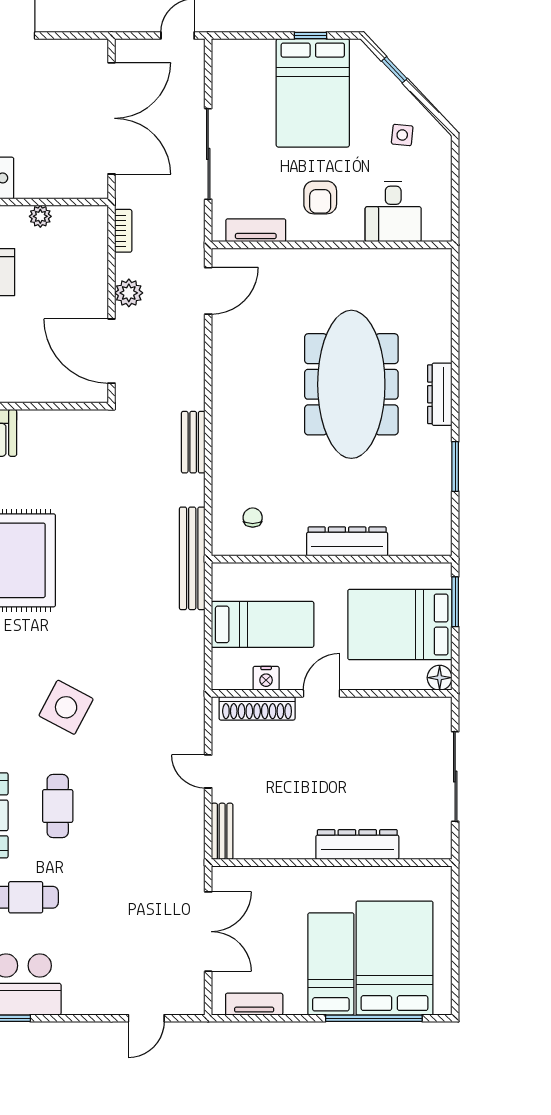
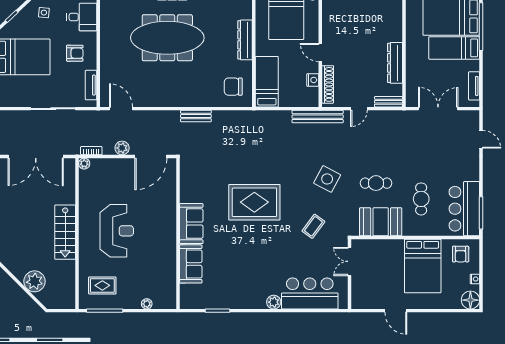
double door: (112, 118) -> (36, 156), swing flipped
plant: (40, 216) -> (84, 164), moved
chair: (253, 518) -> (233, 87), width x1.87, depth x1.87
bench: (192, 558) -> (318, 117), moved
bed: (263, 624) -> (267, 82), moved
dresser: (357, 845) -> (395, 63), moved

